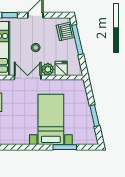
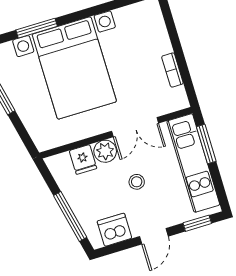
dishwasher: (65, 31) -> (114, 230), moved, turned -77
bed with nightstands: (51, 119) -> (74, 68), width x1.36

